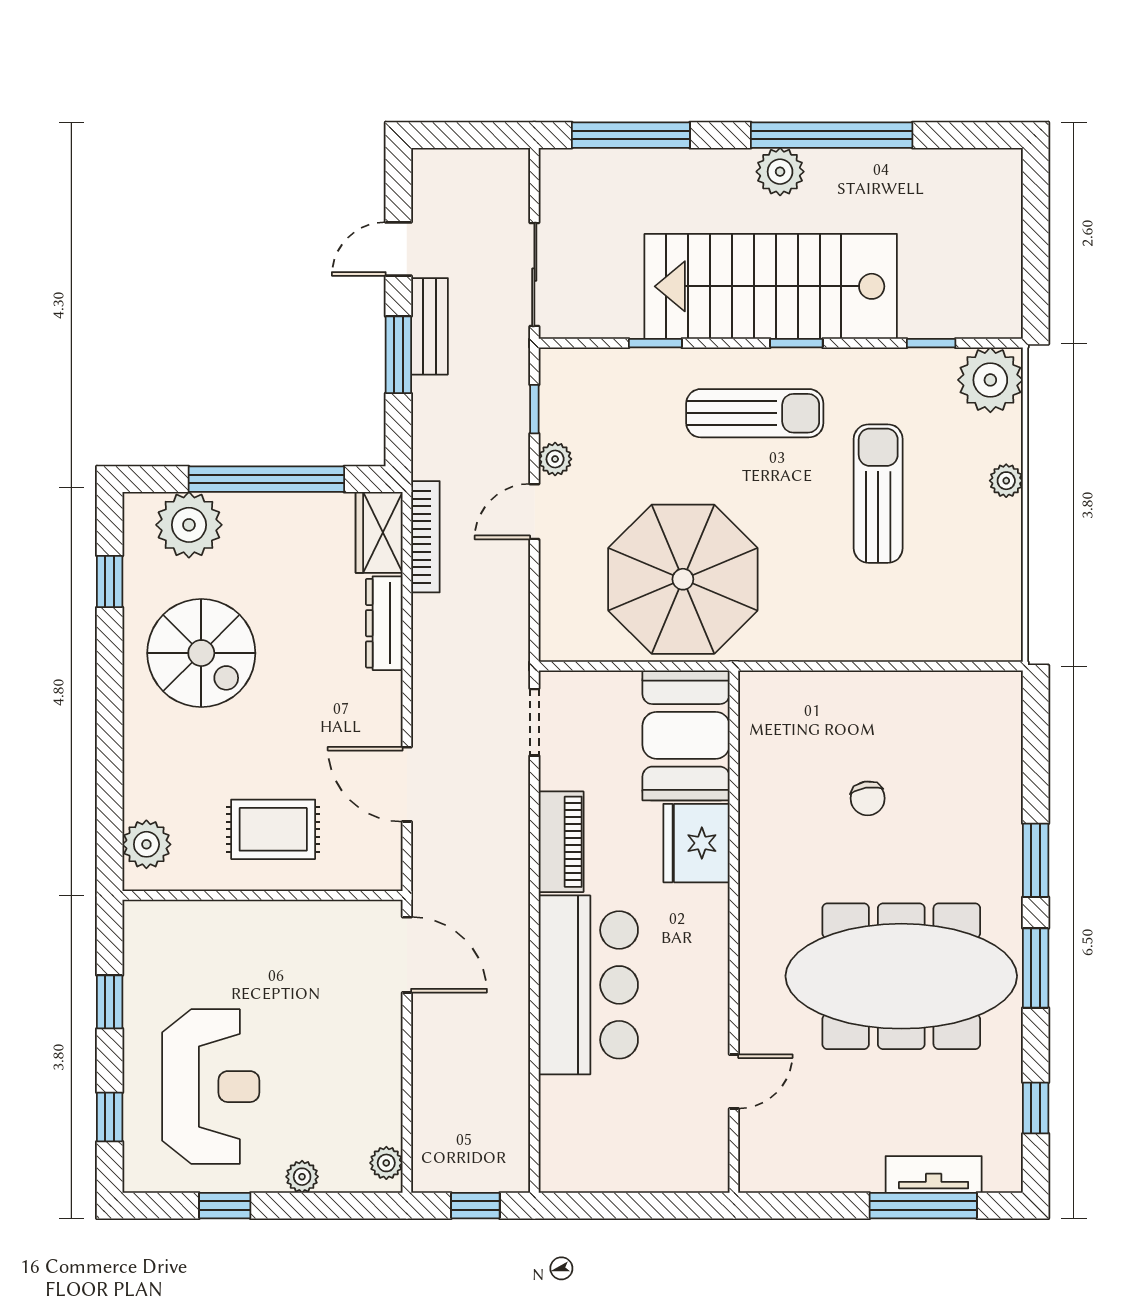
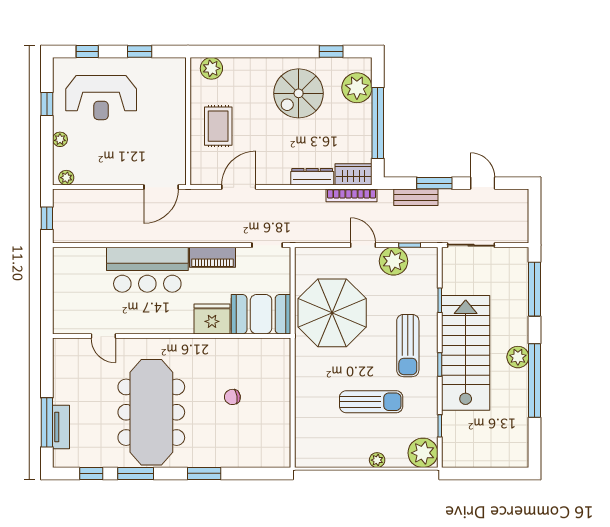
bench: (430, 326) -> (416, 197), moved
plant: (555, 459) -> (394, 261), width x1.87, depth x1.87
window: (1036, 968) -> (136, 473), moved

